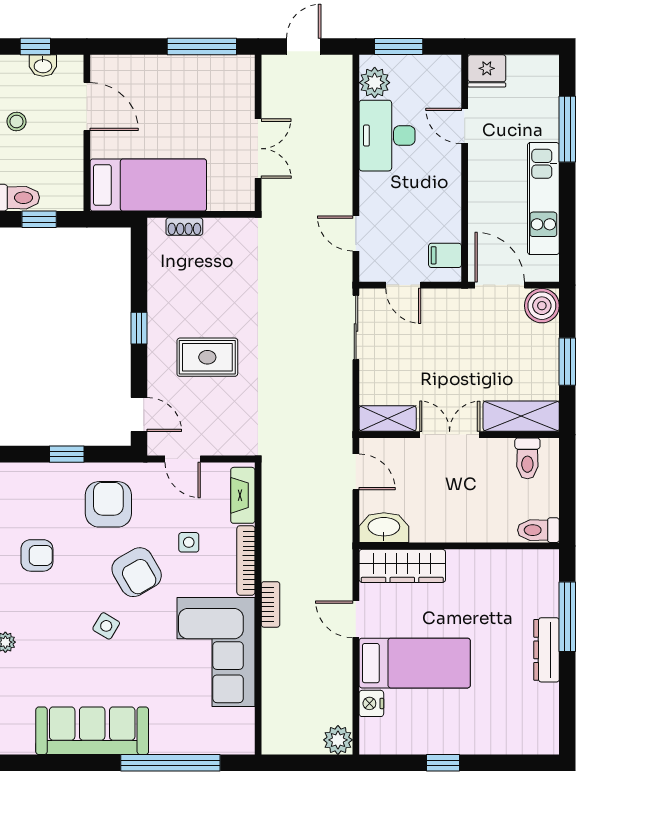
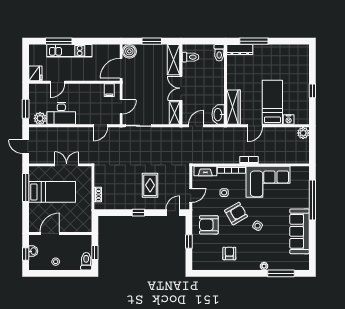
bed: (148, 185) -> (52, 192), moved, turned 90
kitchen unit: (543, 199) -> (69, 51), moved
dresser: (547, 650) -> (240, 49), moved

